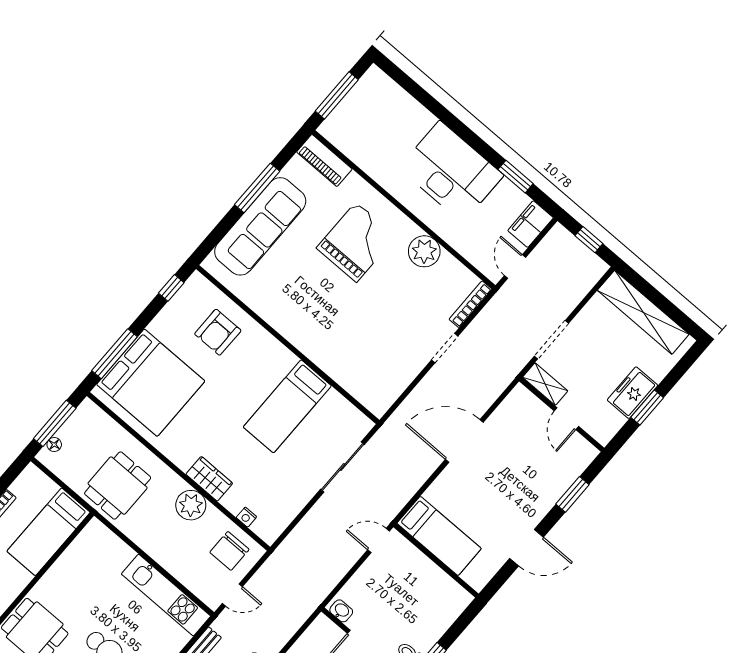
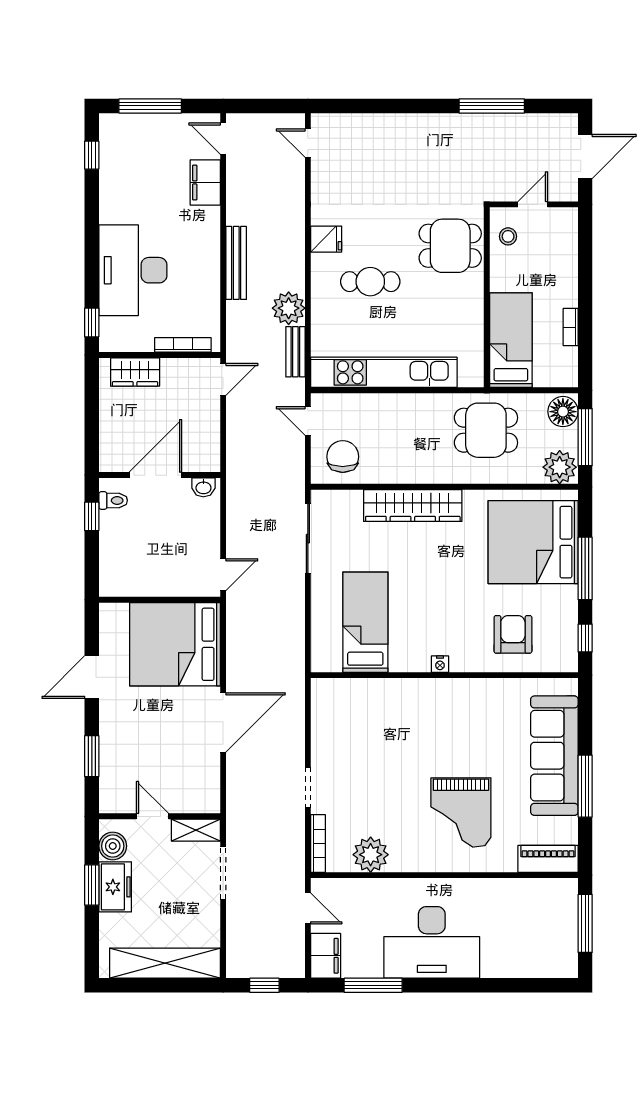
window: (516, 177) -> (373, 985), width x1.44
plant: (424, 251) -> (371, 855), moved
window: (115, 354) -> (585, 568), moved
bed: (287, 406) -> (365, 622), moved
boiler: (610, 422) -> (113, 846), added
floor lamp: (54, 445) -> (563, 412), width x1.89, depth x1.89
sliding door: (342, 467) -> (308, 539), moved
wardrobe: (209, 479) -> (413, 506), width x2.10, depth x1.17
dining table: (118, 486) -> (486, 430), turned 90
plant: (191, 505) -> (560, 467), moved
nightstand: (246, 517) -> (440, 664), moved, turned 180
bed: (439, 536) -> (175, 644), width x2.04
kitchen unit: (166, 595) -> (384, 372), width x1.36
door: (232, 595) -> (308, 421), hinge flipped

